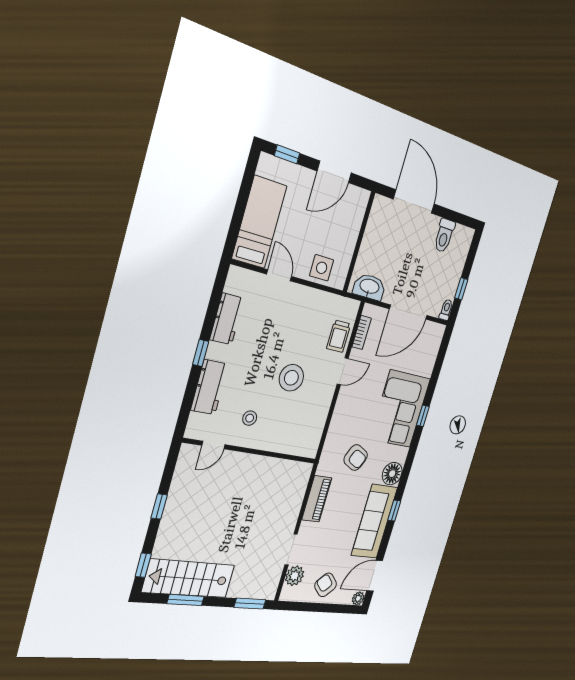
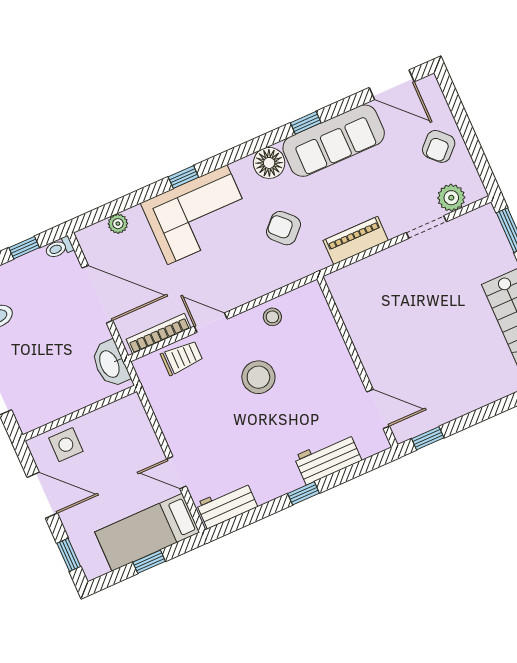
window: (240, 206) -> (149, 562), added
side table: (322, 268) -> (66, 445), moved
door: (279, 275) -> (176, 473), hinge flipped
workbench: (227, 319) -> (227, 505), moved
bookcase: (362, 333) -> (159, 334), width x1.56
stool: (250, 418) -> (272, 317), moved
door: (214, 445) -> (378, 409), width x1.38
armchair: (356, 457) -> (284, 228), turned -71
window: (159, 506) -> (428, 438), moved
plant: (358, 598) -> (118, 224), moved

